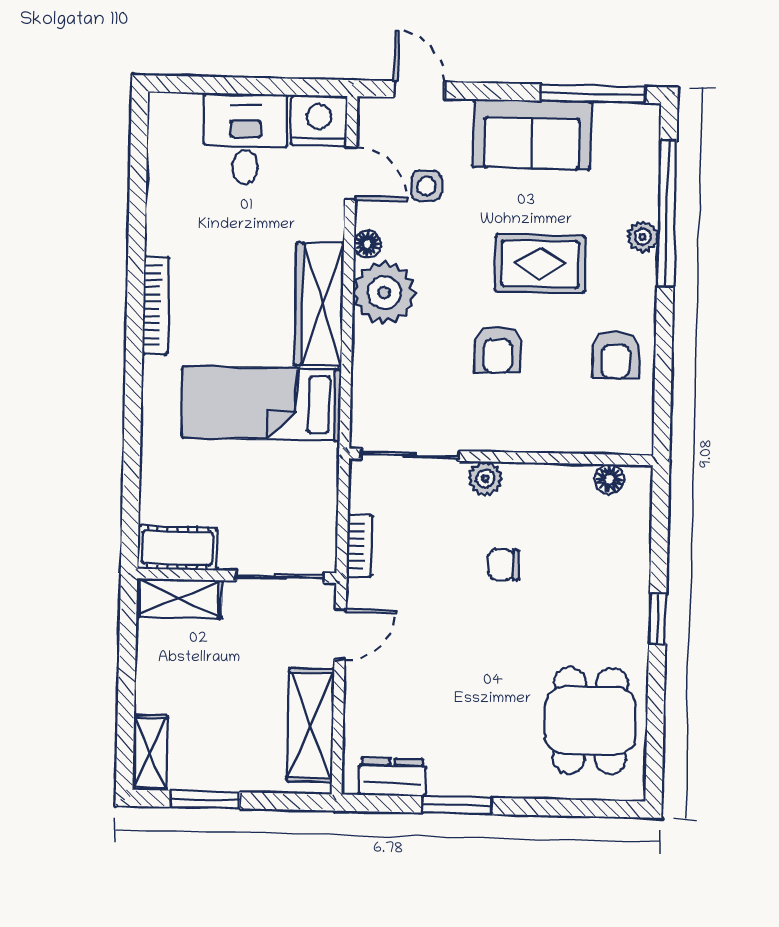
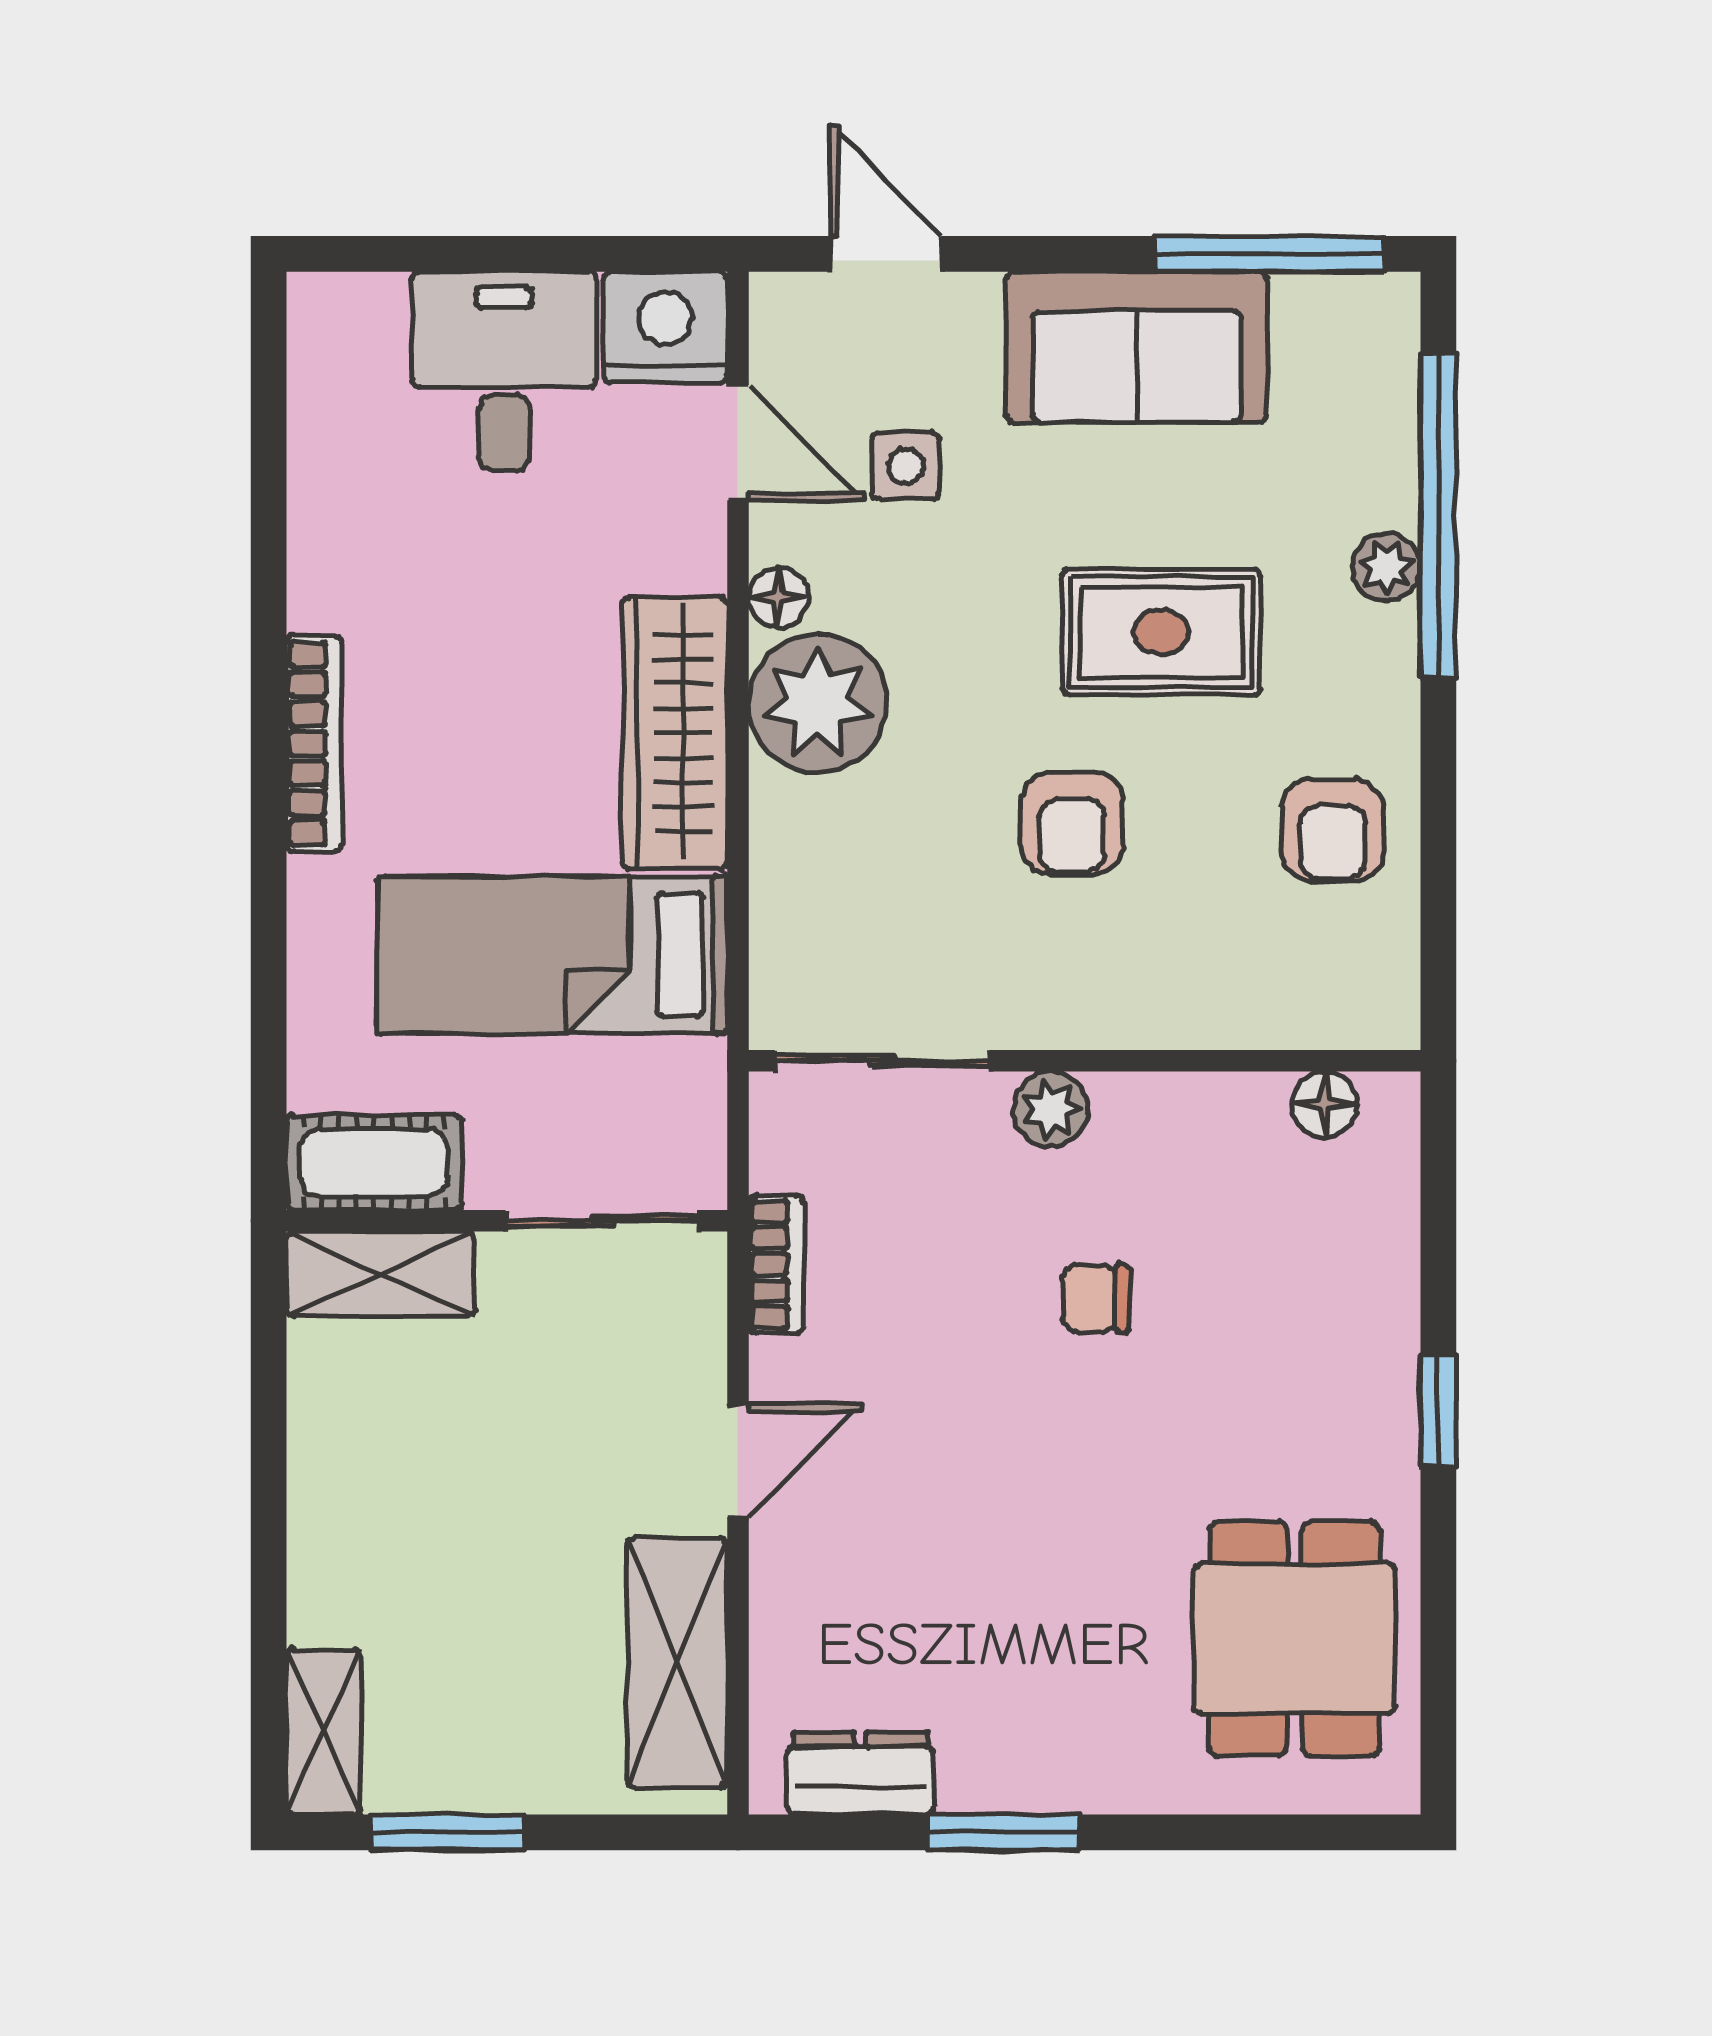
cot: (177, 548) -> (374, 1162), moved
wall: (237, 576) -> (507, 1221), moved
sliding door: (280, 577) -> (602, 1221), moved
shelving: (179, 598) -> (381, 1274), moved

